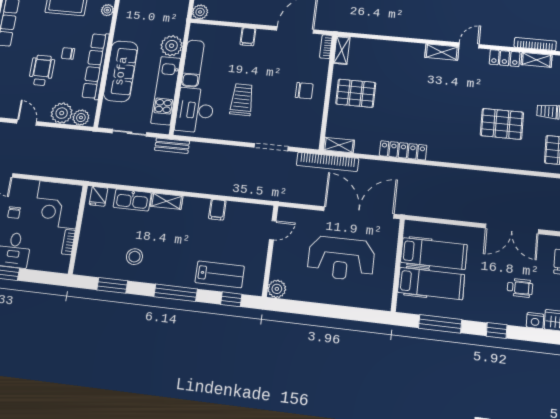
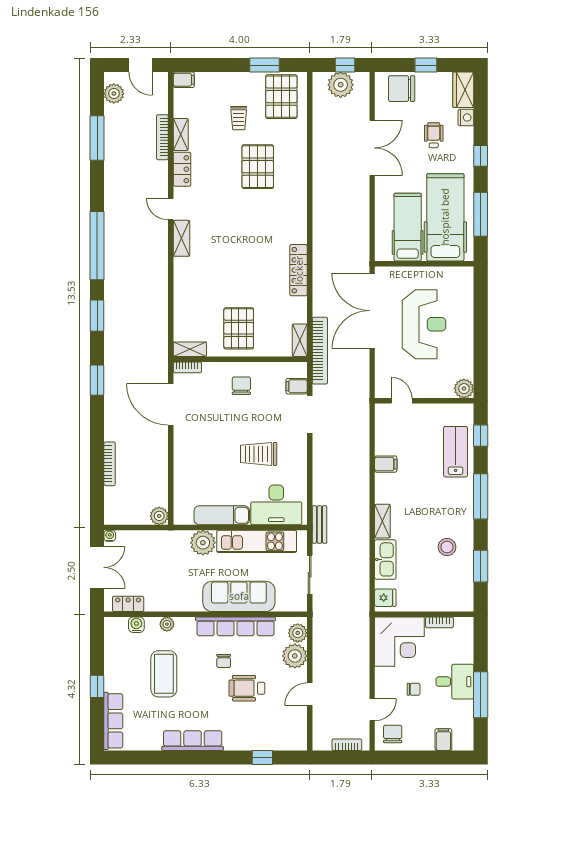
filing cabinet: (248, 37) -> (297, 386), moved, turned 180
hospital bed: (431, 283) -> (445, 217), width x1.37, depth x1.29

